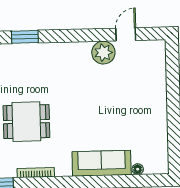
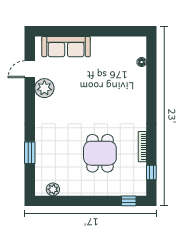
door: (126, 34) -> (30, 69), hinge flipped
sofa: (102, 163) -> (66, 47), moved, turned -90

